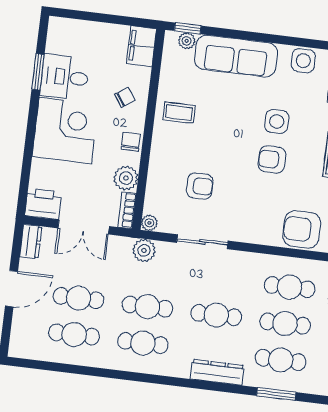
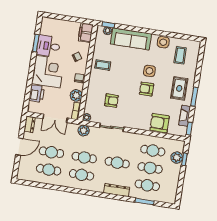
printer: (43, 204) -> (37, 94), moved, turned 90

